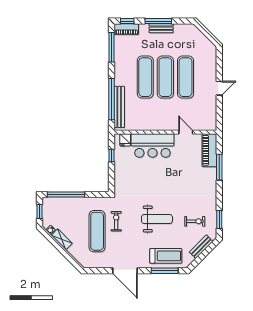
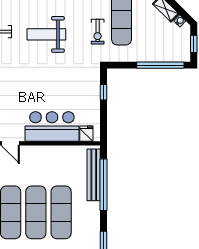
window: (111, 156) -> (104, 92), moved

